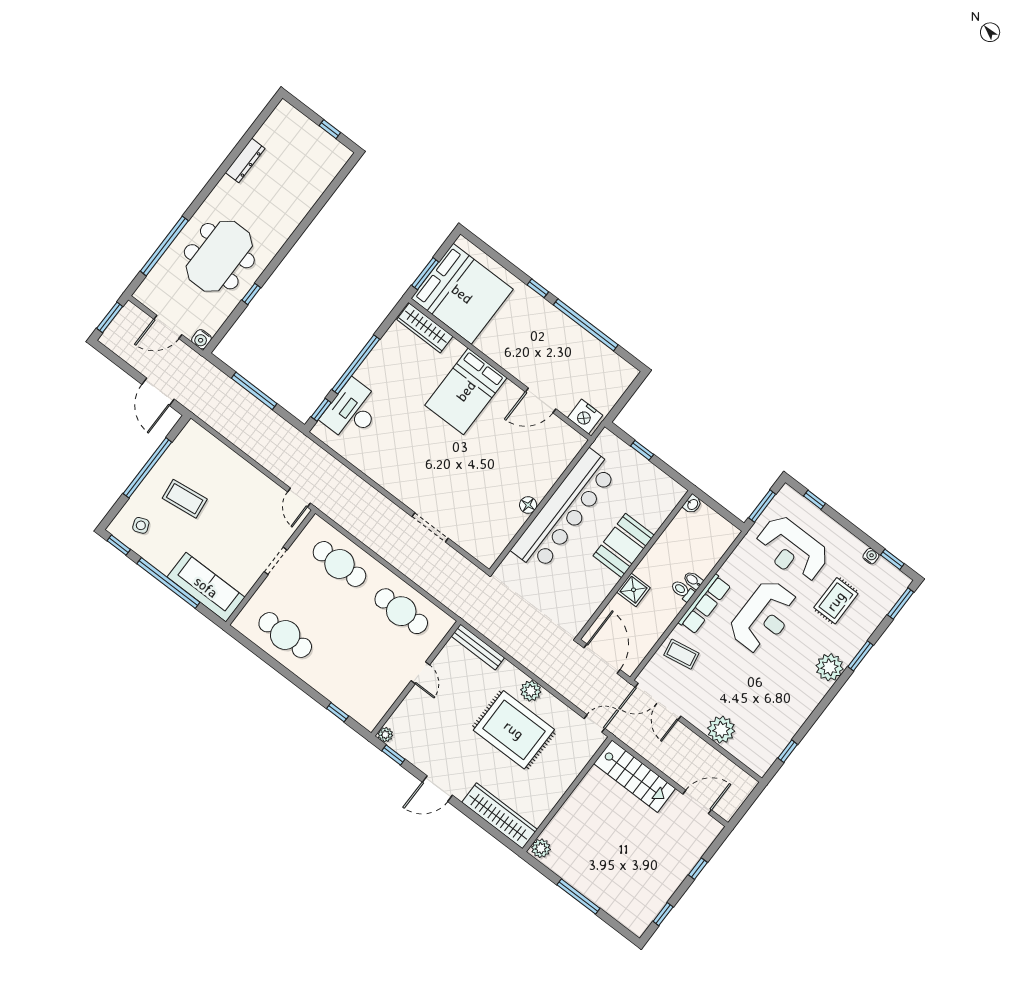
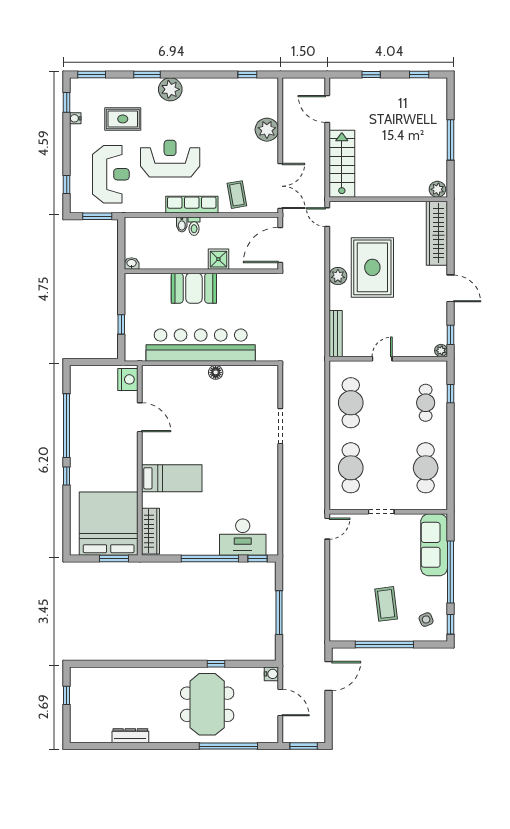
meeting table: (219, 256) -> (207, 704), turned 90
bed: (466, 391) -> (172, 478), width x0.67
cafe table: (347, 682) -> (426, 403), added

